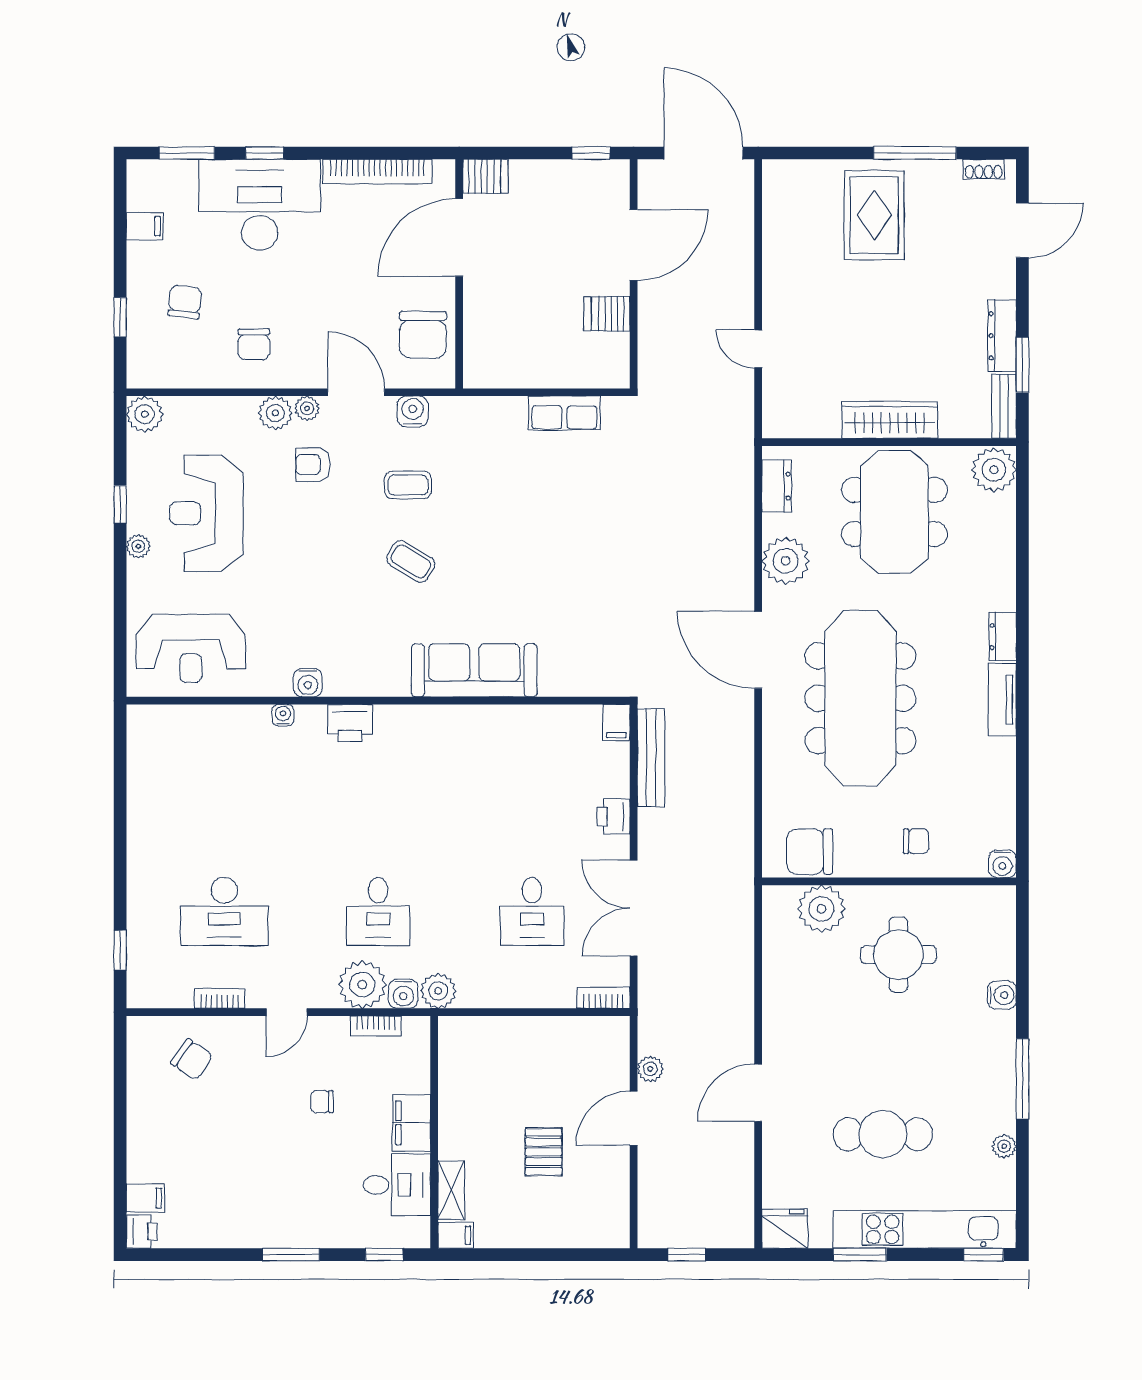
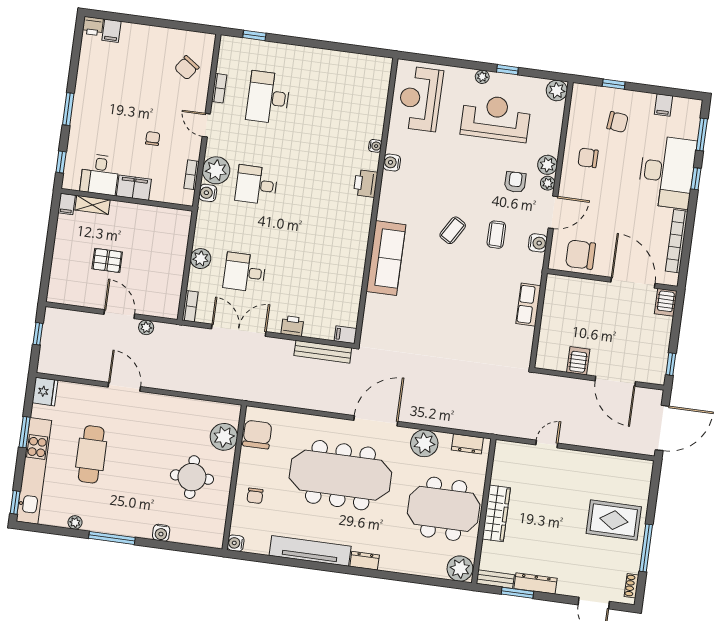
row of seats: (564, 413) -> (528, 305), moved
tv unit: (1002, 700) -> (310, 551), width x1.92, depth x1.29
plant: (438, 991) -> (201, 259), moved

